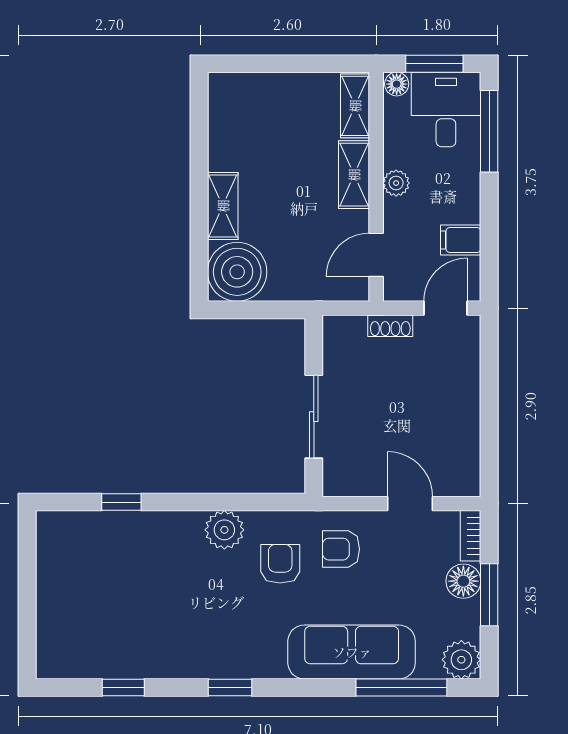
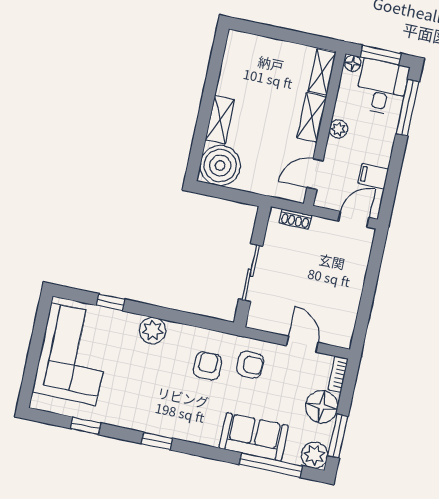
shoe rack: (390, 326) -> (295, 219), moved
plant: (224, 530) -> (153, 331), moved
armchair: (341, 549) -> (250, 365), turned 180
floor lamp: (463, 581) -> (322, 407), width x1.38, depth x1.38
corner sofa: (84, 588) -> (73, 354), added
window: (489, 595) -> (338, 436), moved
sofa: (352, 652) -> (254, 437), width x0.73

